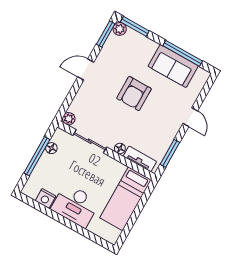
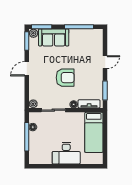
sofa: (173, 66) -> (54, 37), moved
armchair: (134, 93) -> (65, 78), moved, turned -90
door: (190, 117) -> (105, 62), hinge flipped
nightstand: (45, 198) -> (46, 159), removed

